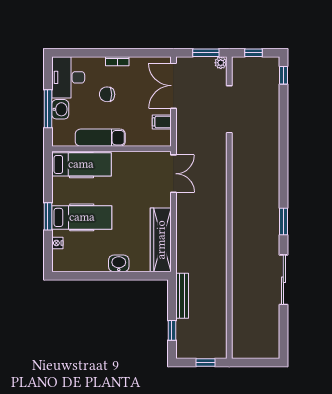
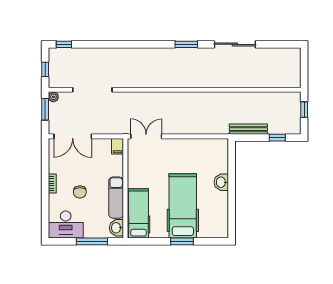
washbasin: (60, 109) -> (116, 228), moved, turned -90
filing cabinet: (162, 122) -> (118, 146), moved
hospital bed: (82, 217) -> (183, 206), width x1.37, depth x1.29
wardrobe: (161, 240) -> (202, 147), removed
nightstand: (57, 243) -> (204, 234), removed

